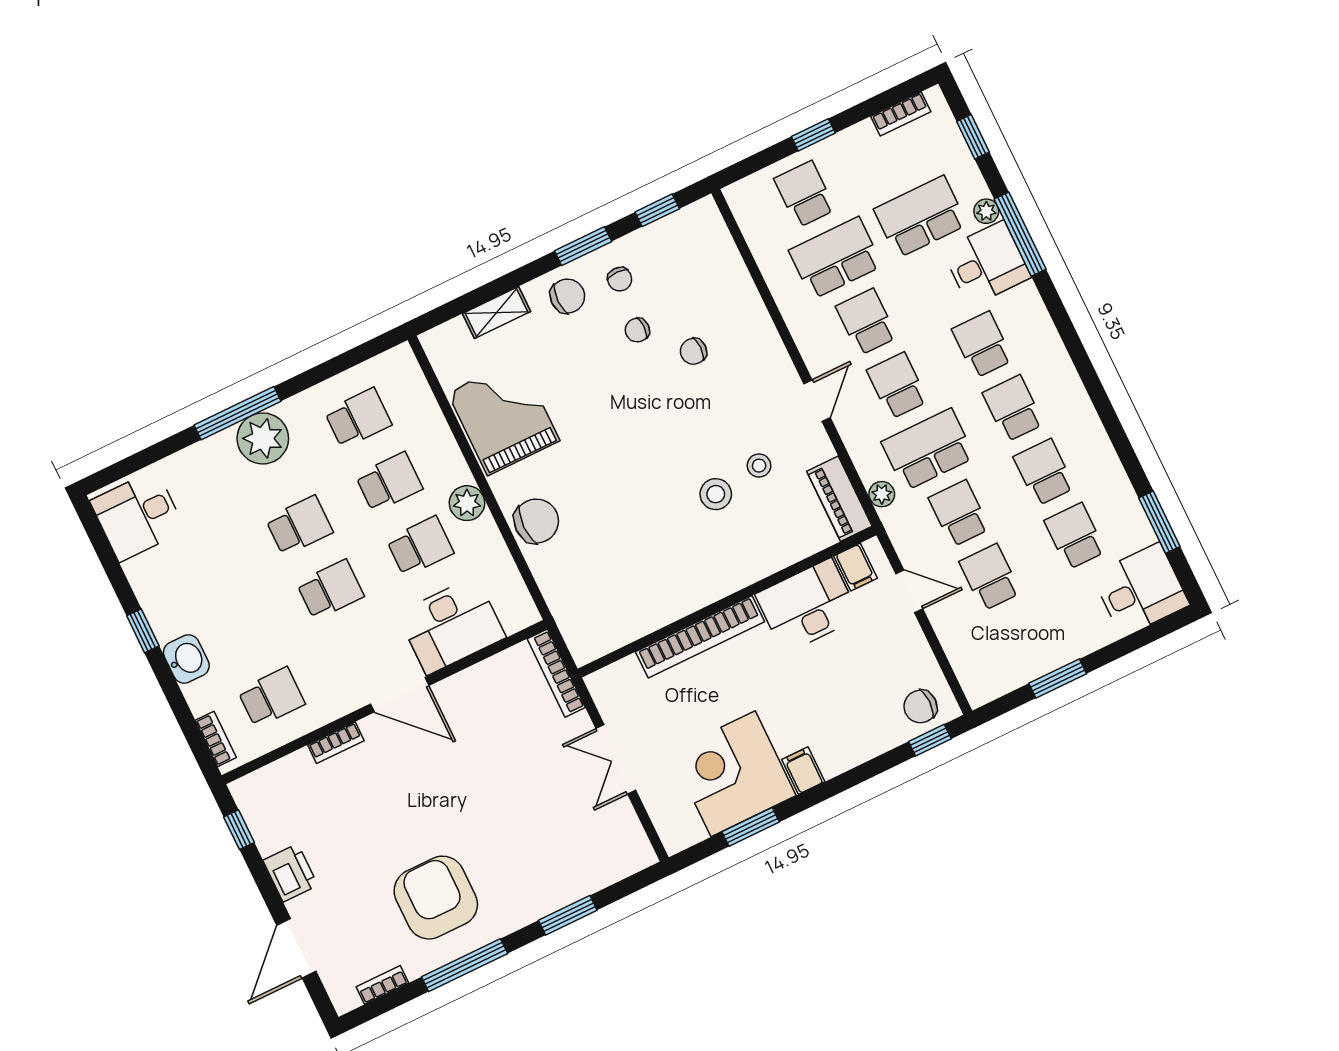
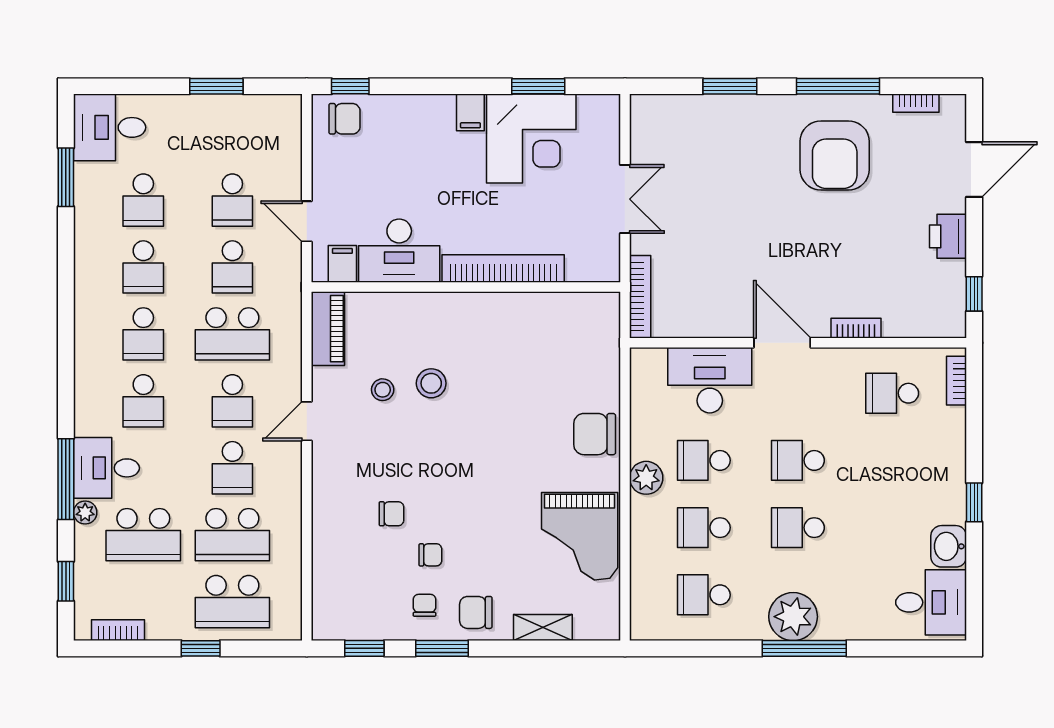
school desk: (805, 194) -> (232, 602), width x1.85
plant: (882, 494) -> (290, 315), removed
washbasin: (186, 659) -> (949, 546), moved

